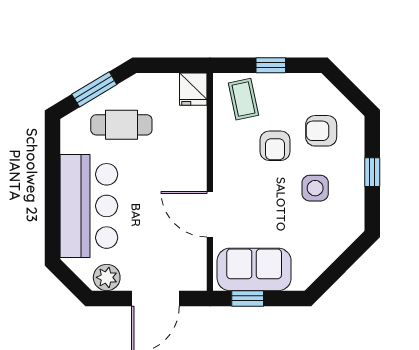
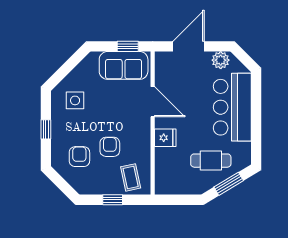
fridge: (193, 89) -> (165, 138), moved, turned 90
armchair: (321, 131) -> (79, 157), turned -90
side table: (315, 188) -> (75, 100), moved

